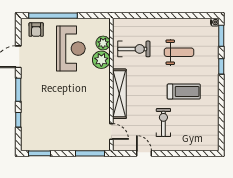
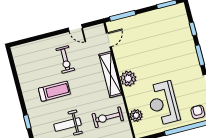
plant: (101, 60) -> (128, 79), moved
treadmill: (184, 92) -> (54, 91), turned 180
door: (111, 131) -> (109, 40), swing flipped

